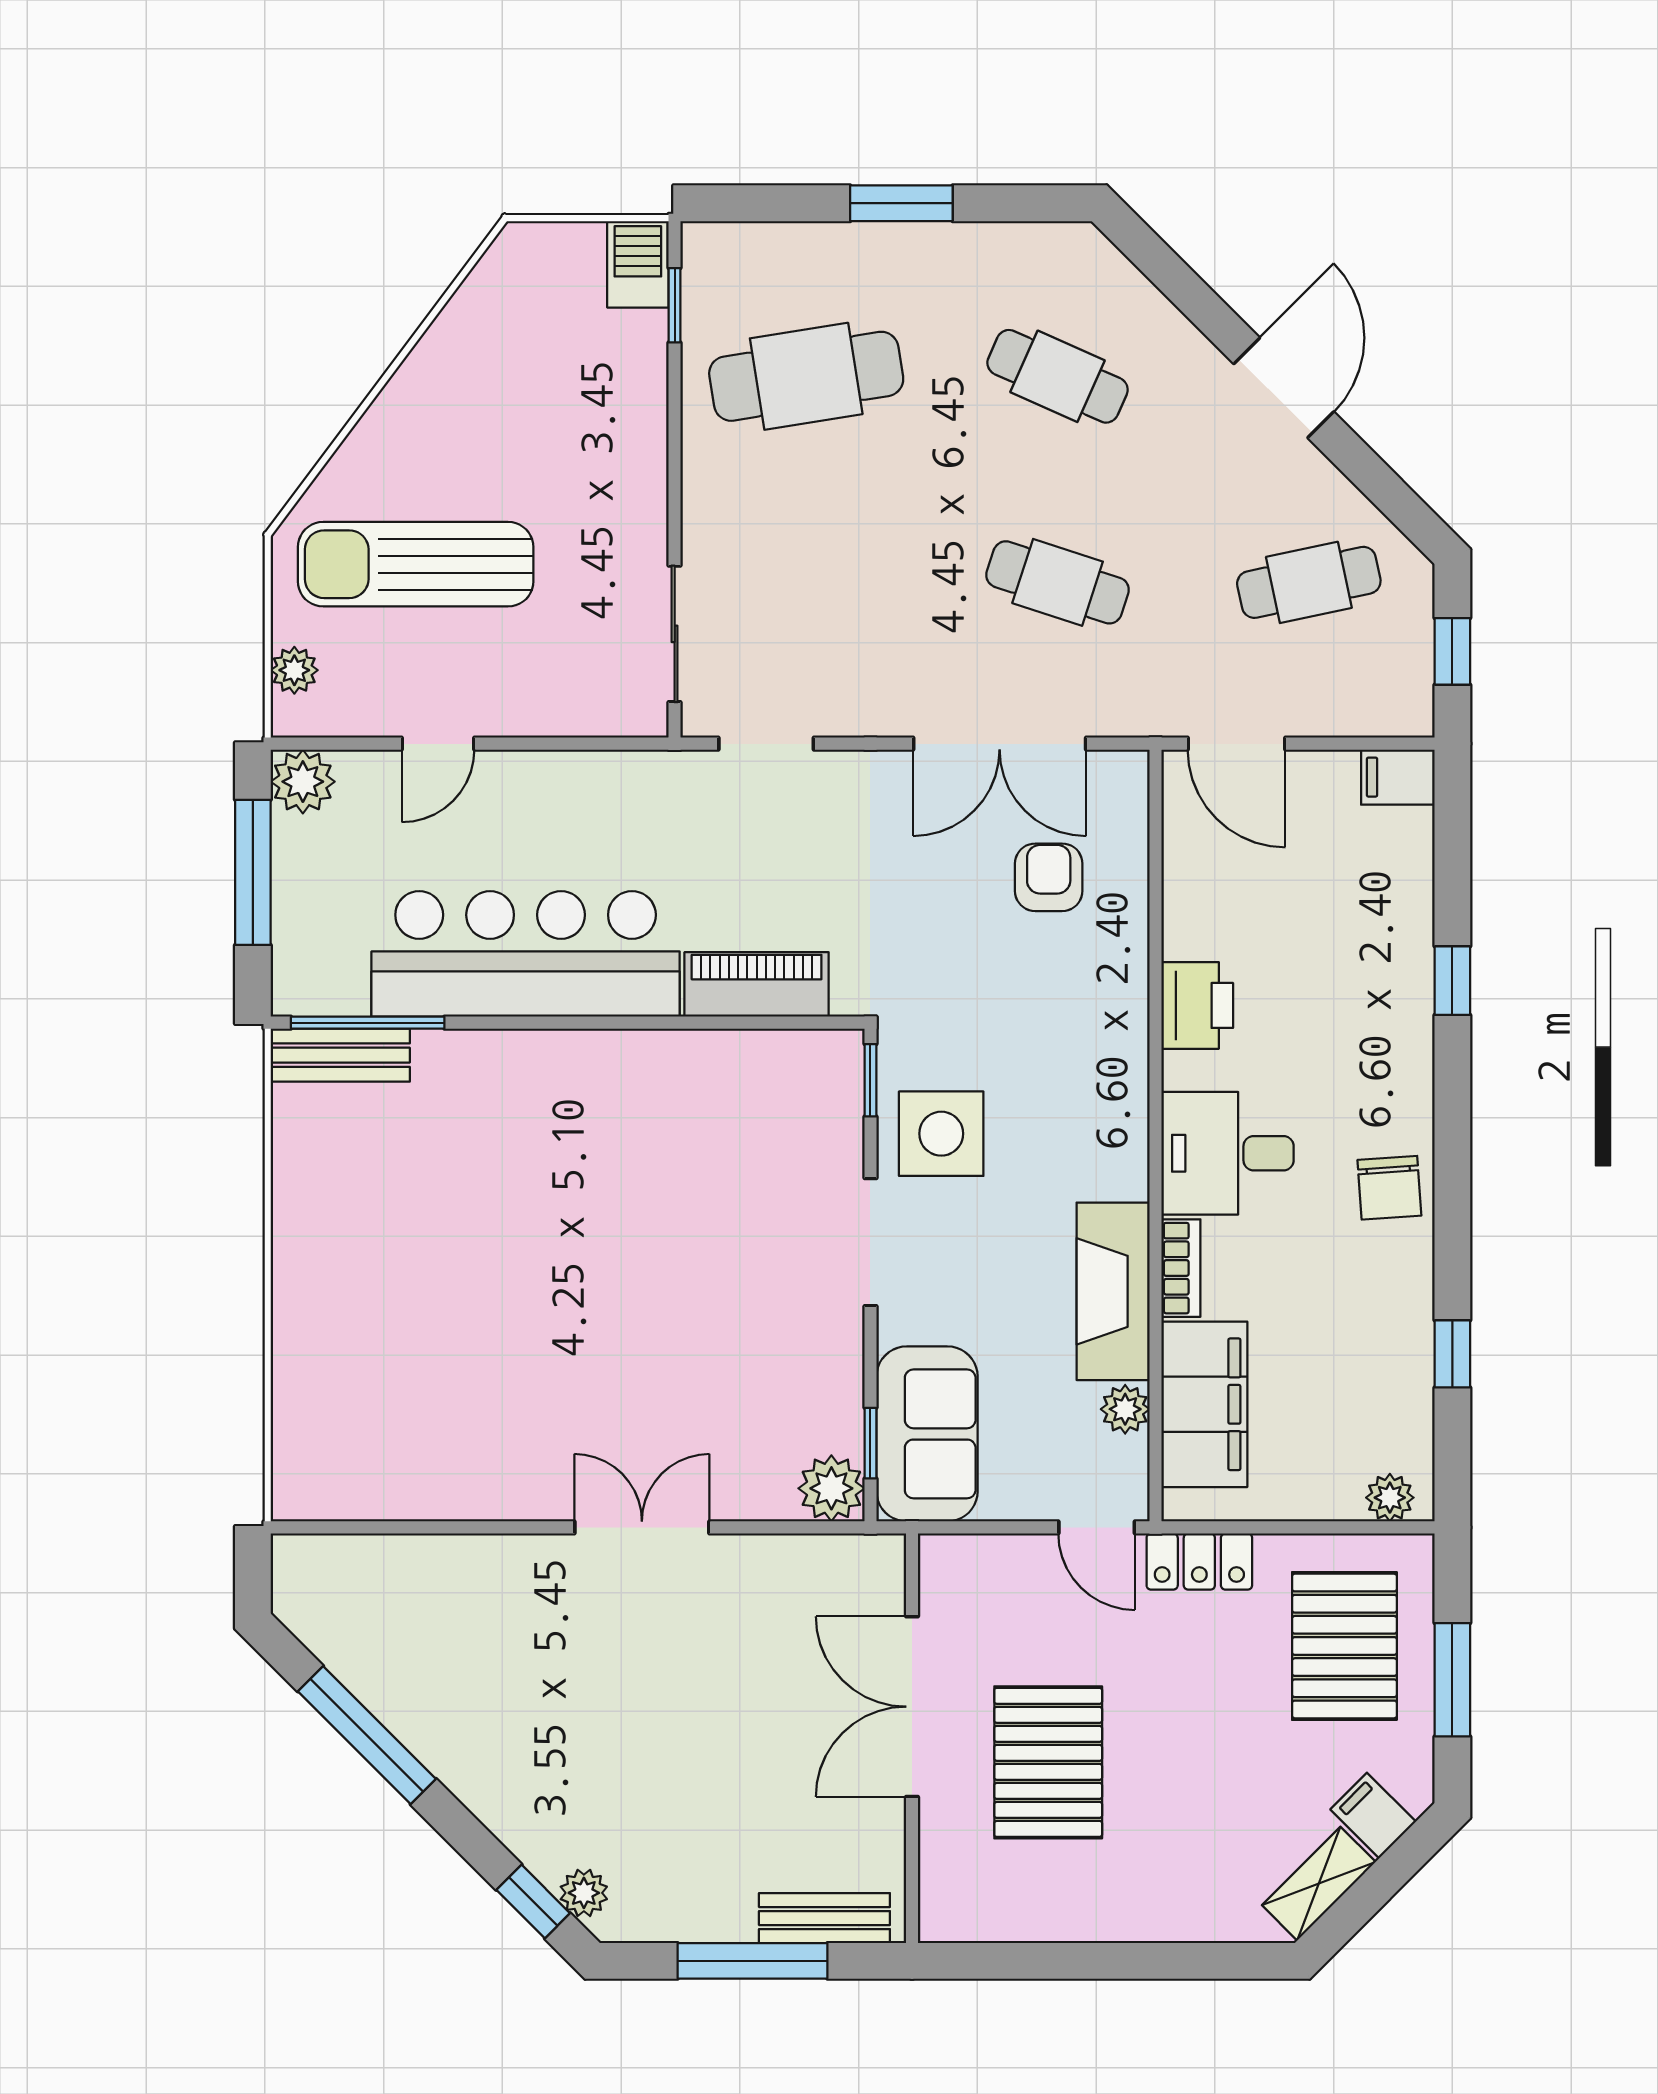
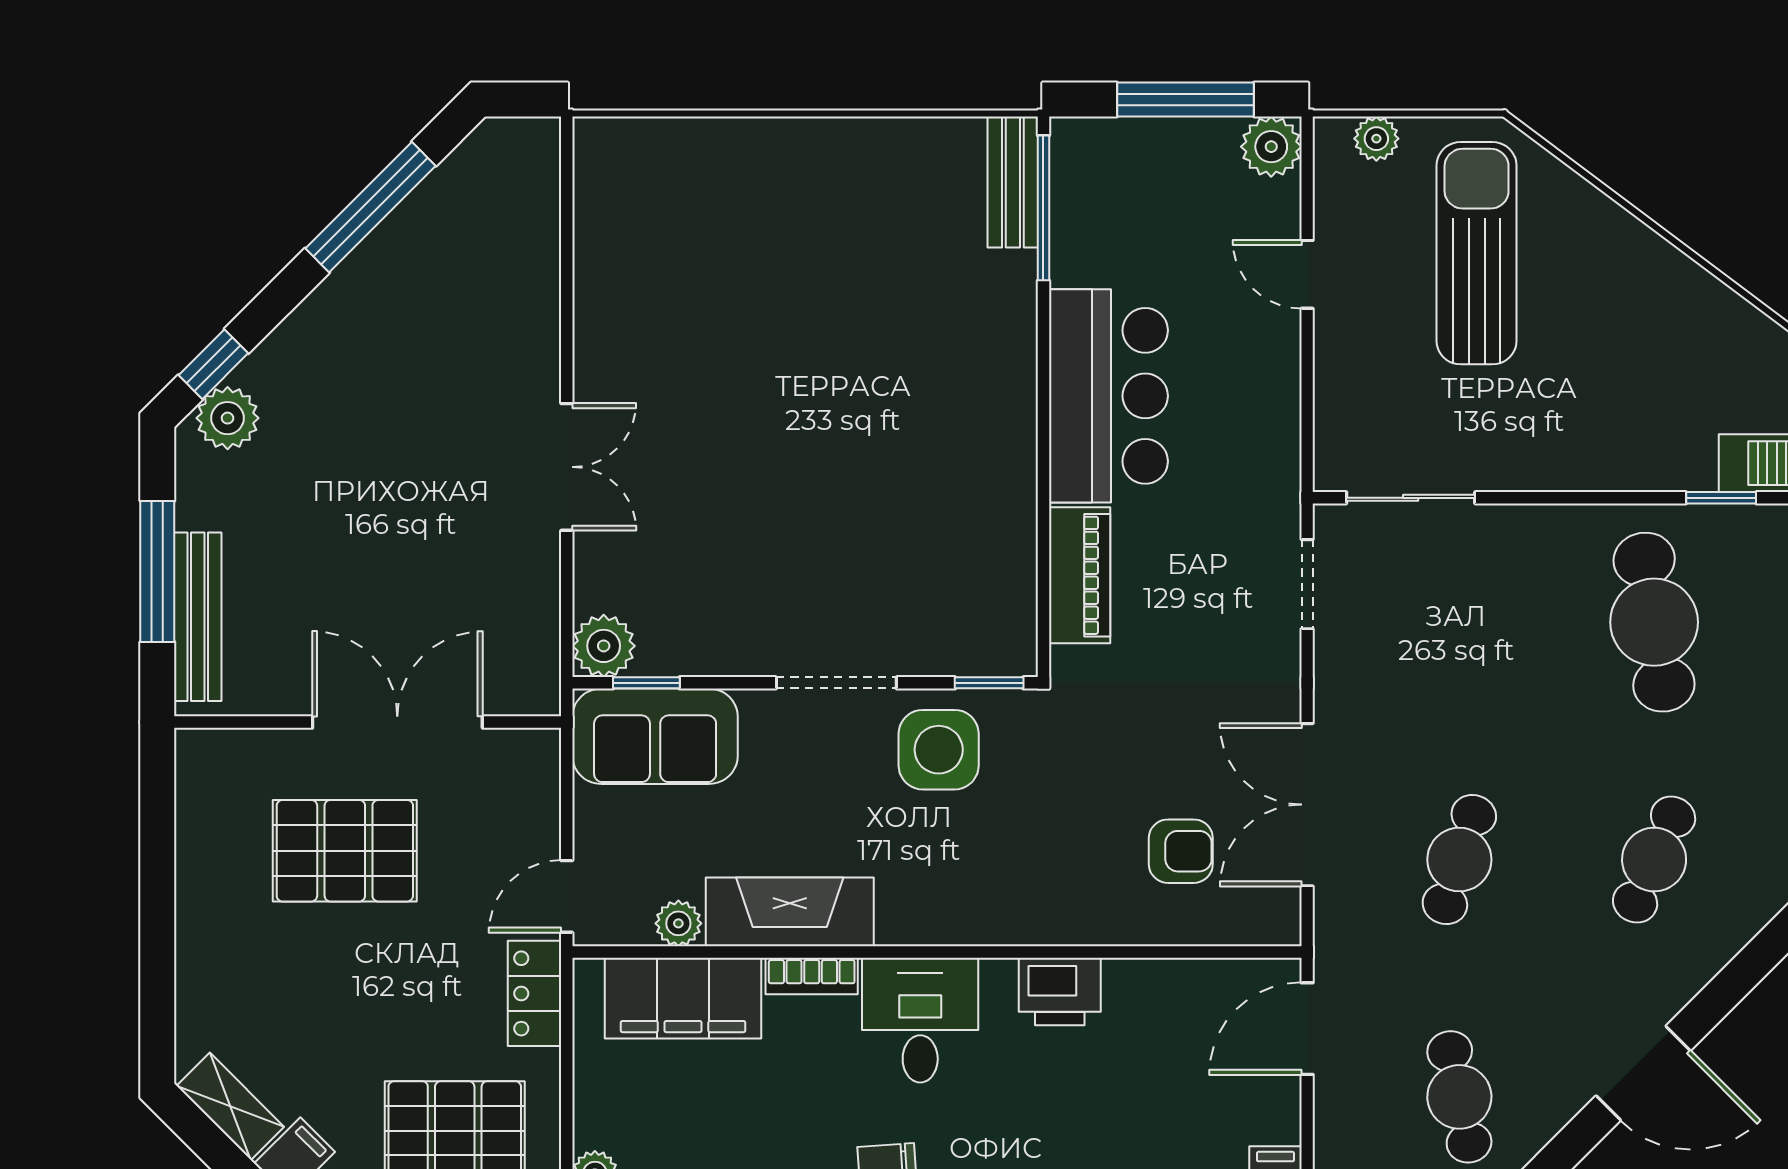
bar counter: (526, 954) -> (1108, 396), width x0.73
plant: (584, 1893) -> (228, 418), width x1.38, depth x1.38
bench: (824, 1918) -> (198, 617), width x1.36

